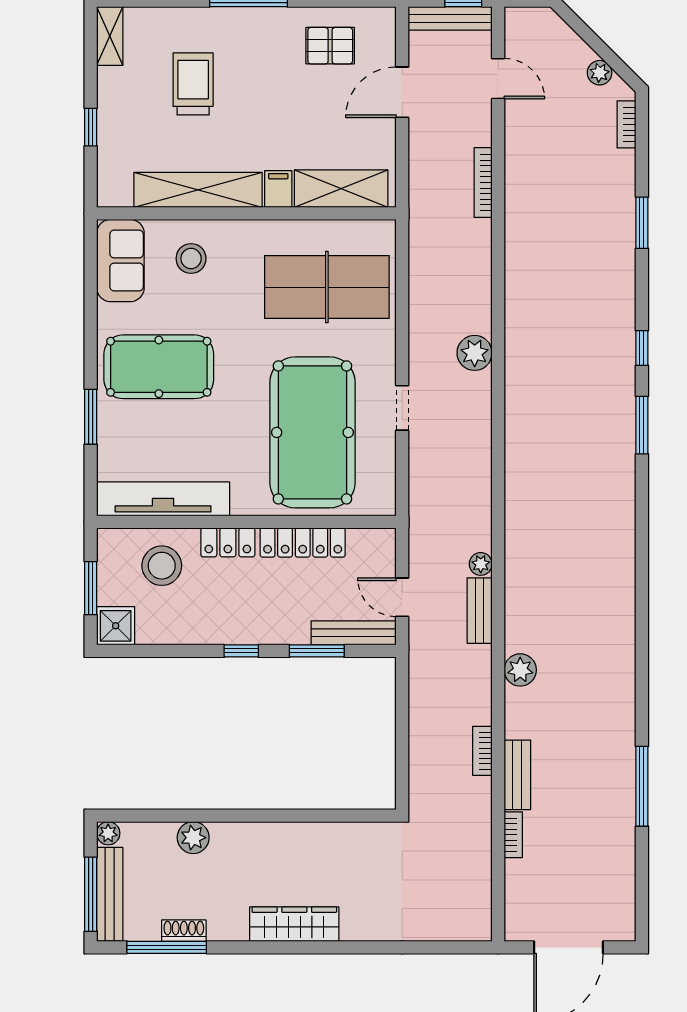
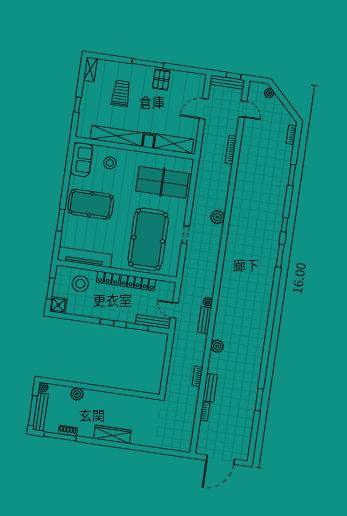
pallet: (330, 46) -> (161, 80), moved, turned 90
plant: (600, 73) -> (269, 93), moved
window: (642, 786) -> (259, 400), width x0.69

